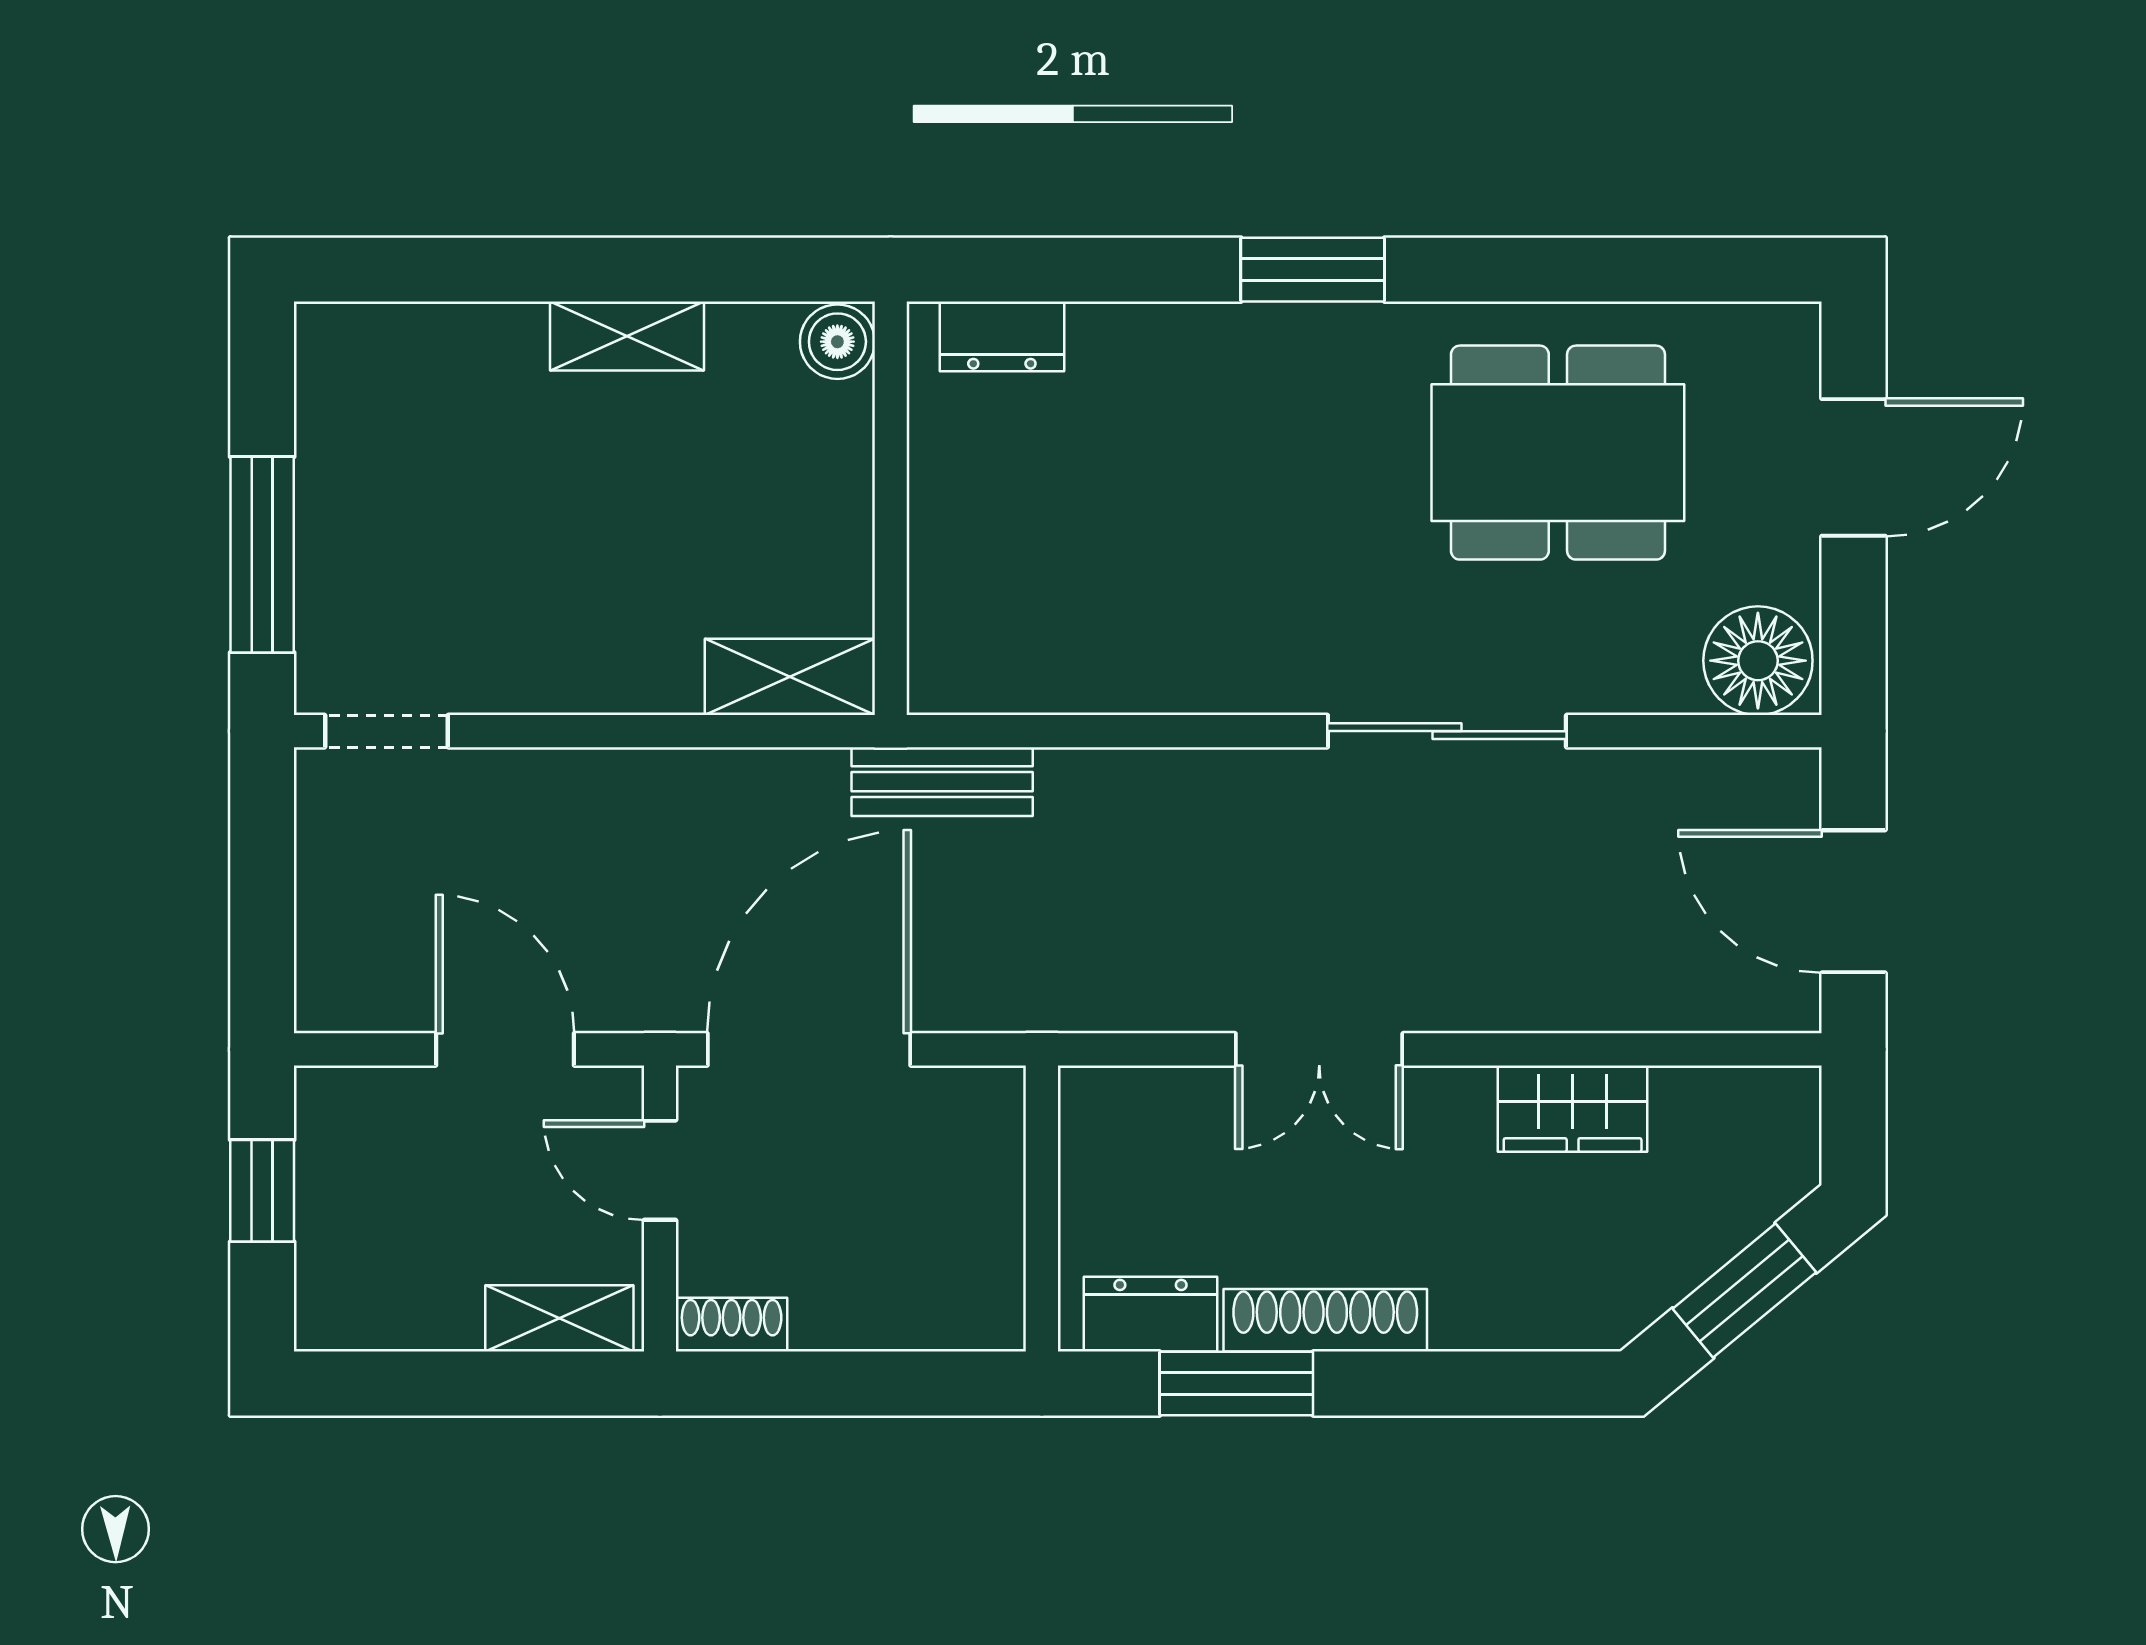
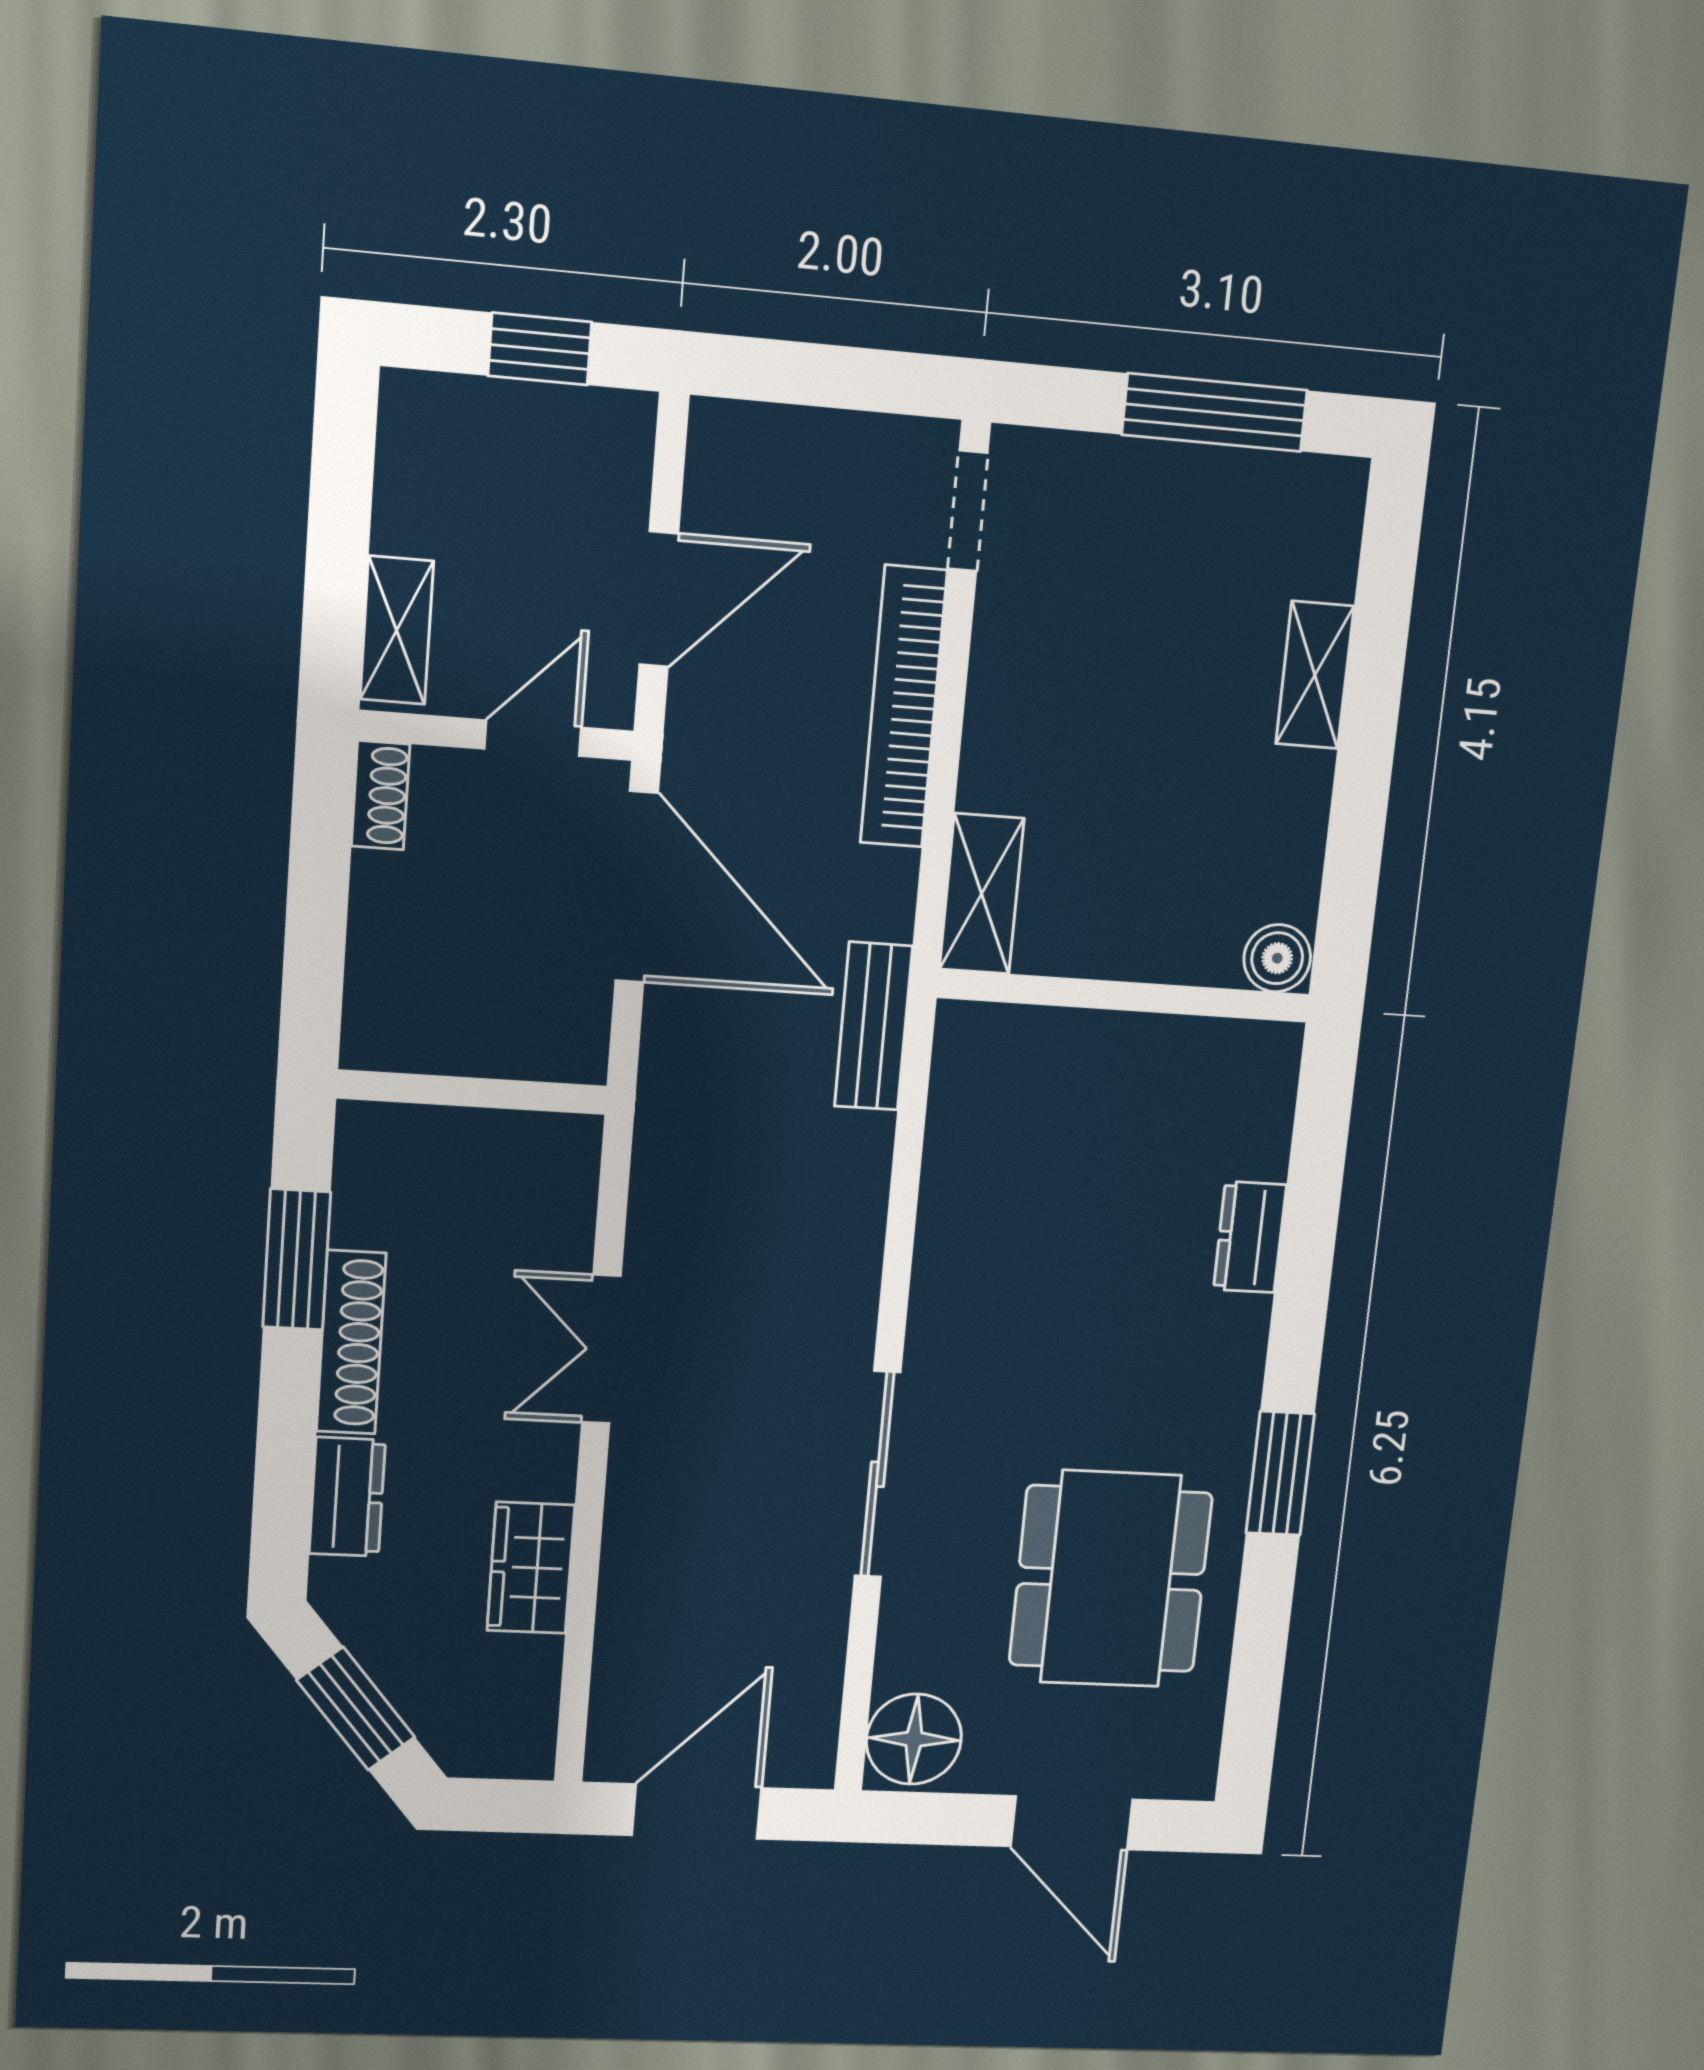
window: (1313, 270) -> (1280, 1473), moved
shelving: (627, 336) -> (1315, 675), moved
dresser: (1002, 336) -> (1250, 1237), moved
window: (262, 555) -> (1215, 412), moved
bookcase: (597, 780) -> (904, 707), added
dresser: (1151, 1314) -> (347, 1497), moved

